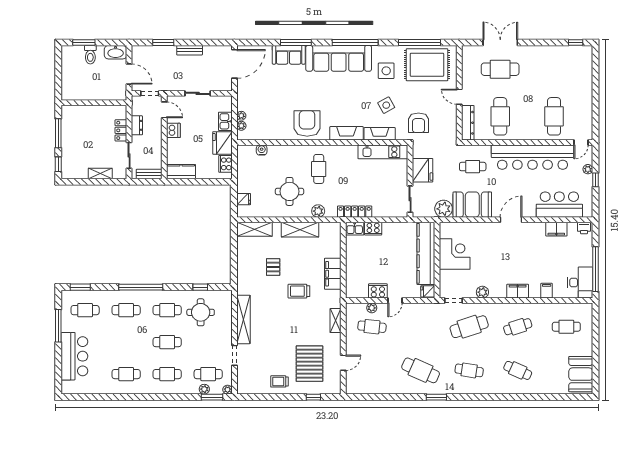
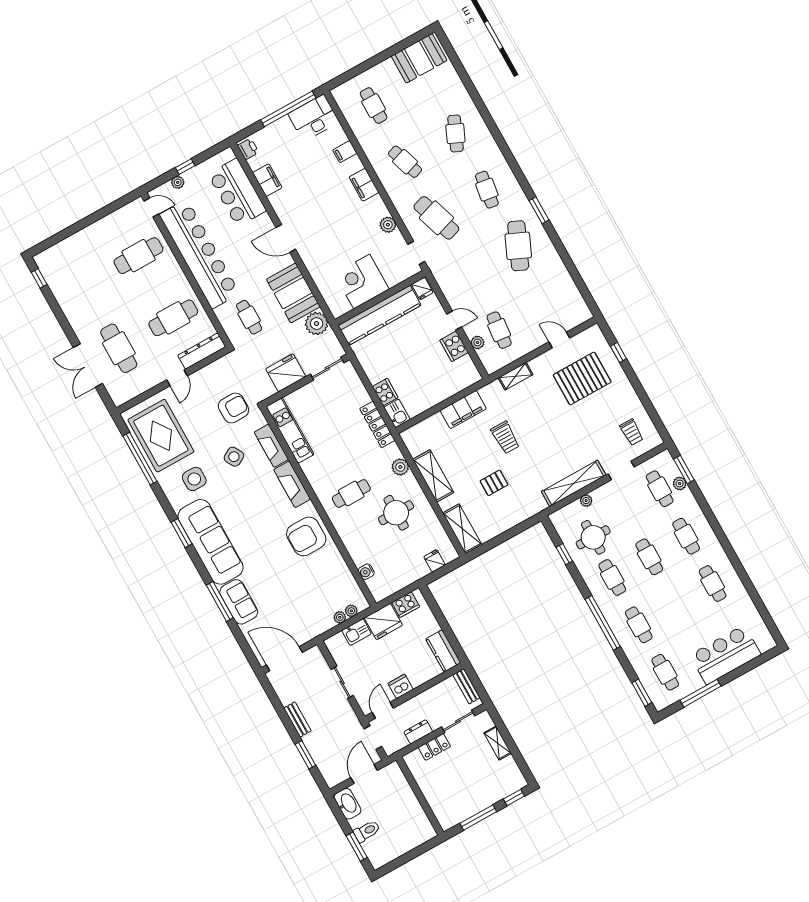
window: (355, 42) -> (181, 533), width x0.47
trolley: (279, 381) -> (632, 432), moved
plant: (228, 390) -> (586, 501), moved

